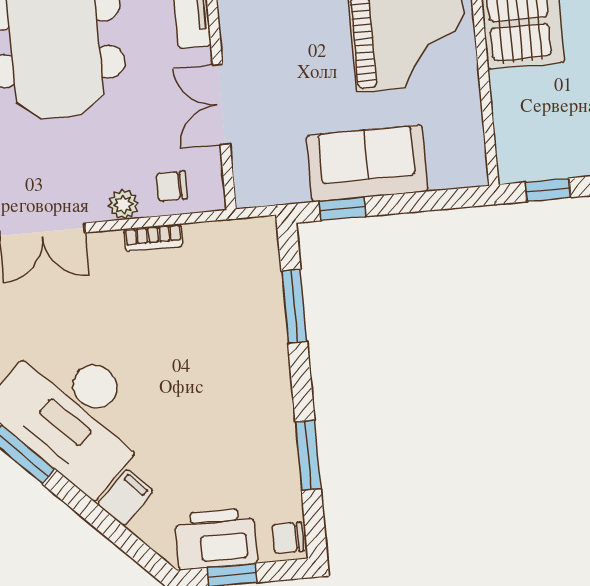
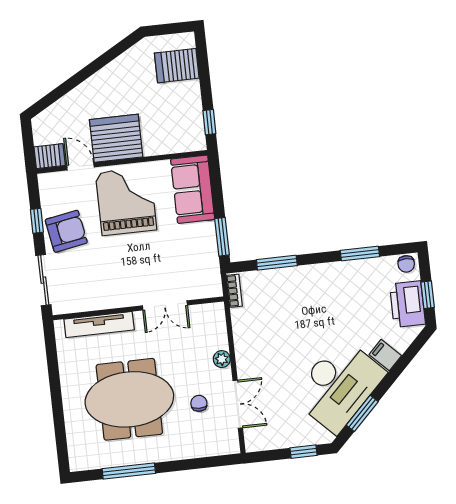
sofa: (367, 163) -> (193, 189), moved
chair: (172, 186) -> (199, 403), moved, turned 180
window: (342, 209) -> (222, 237), width x1.50
bookcase: (153, 238) -> (234, 291), moved

